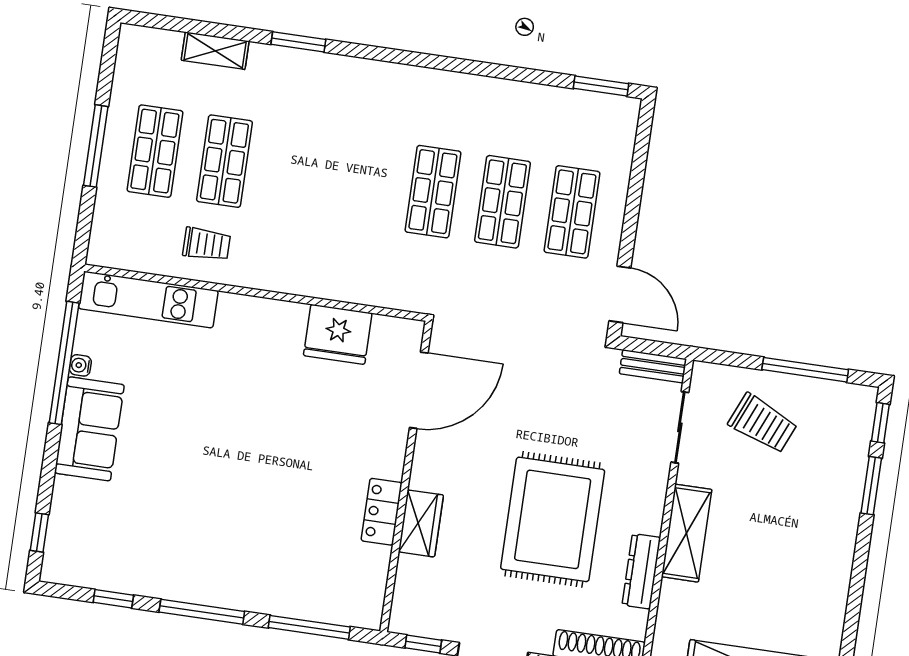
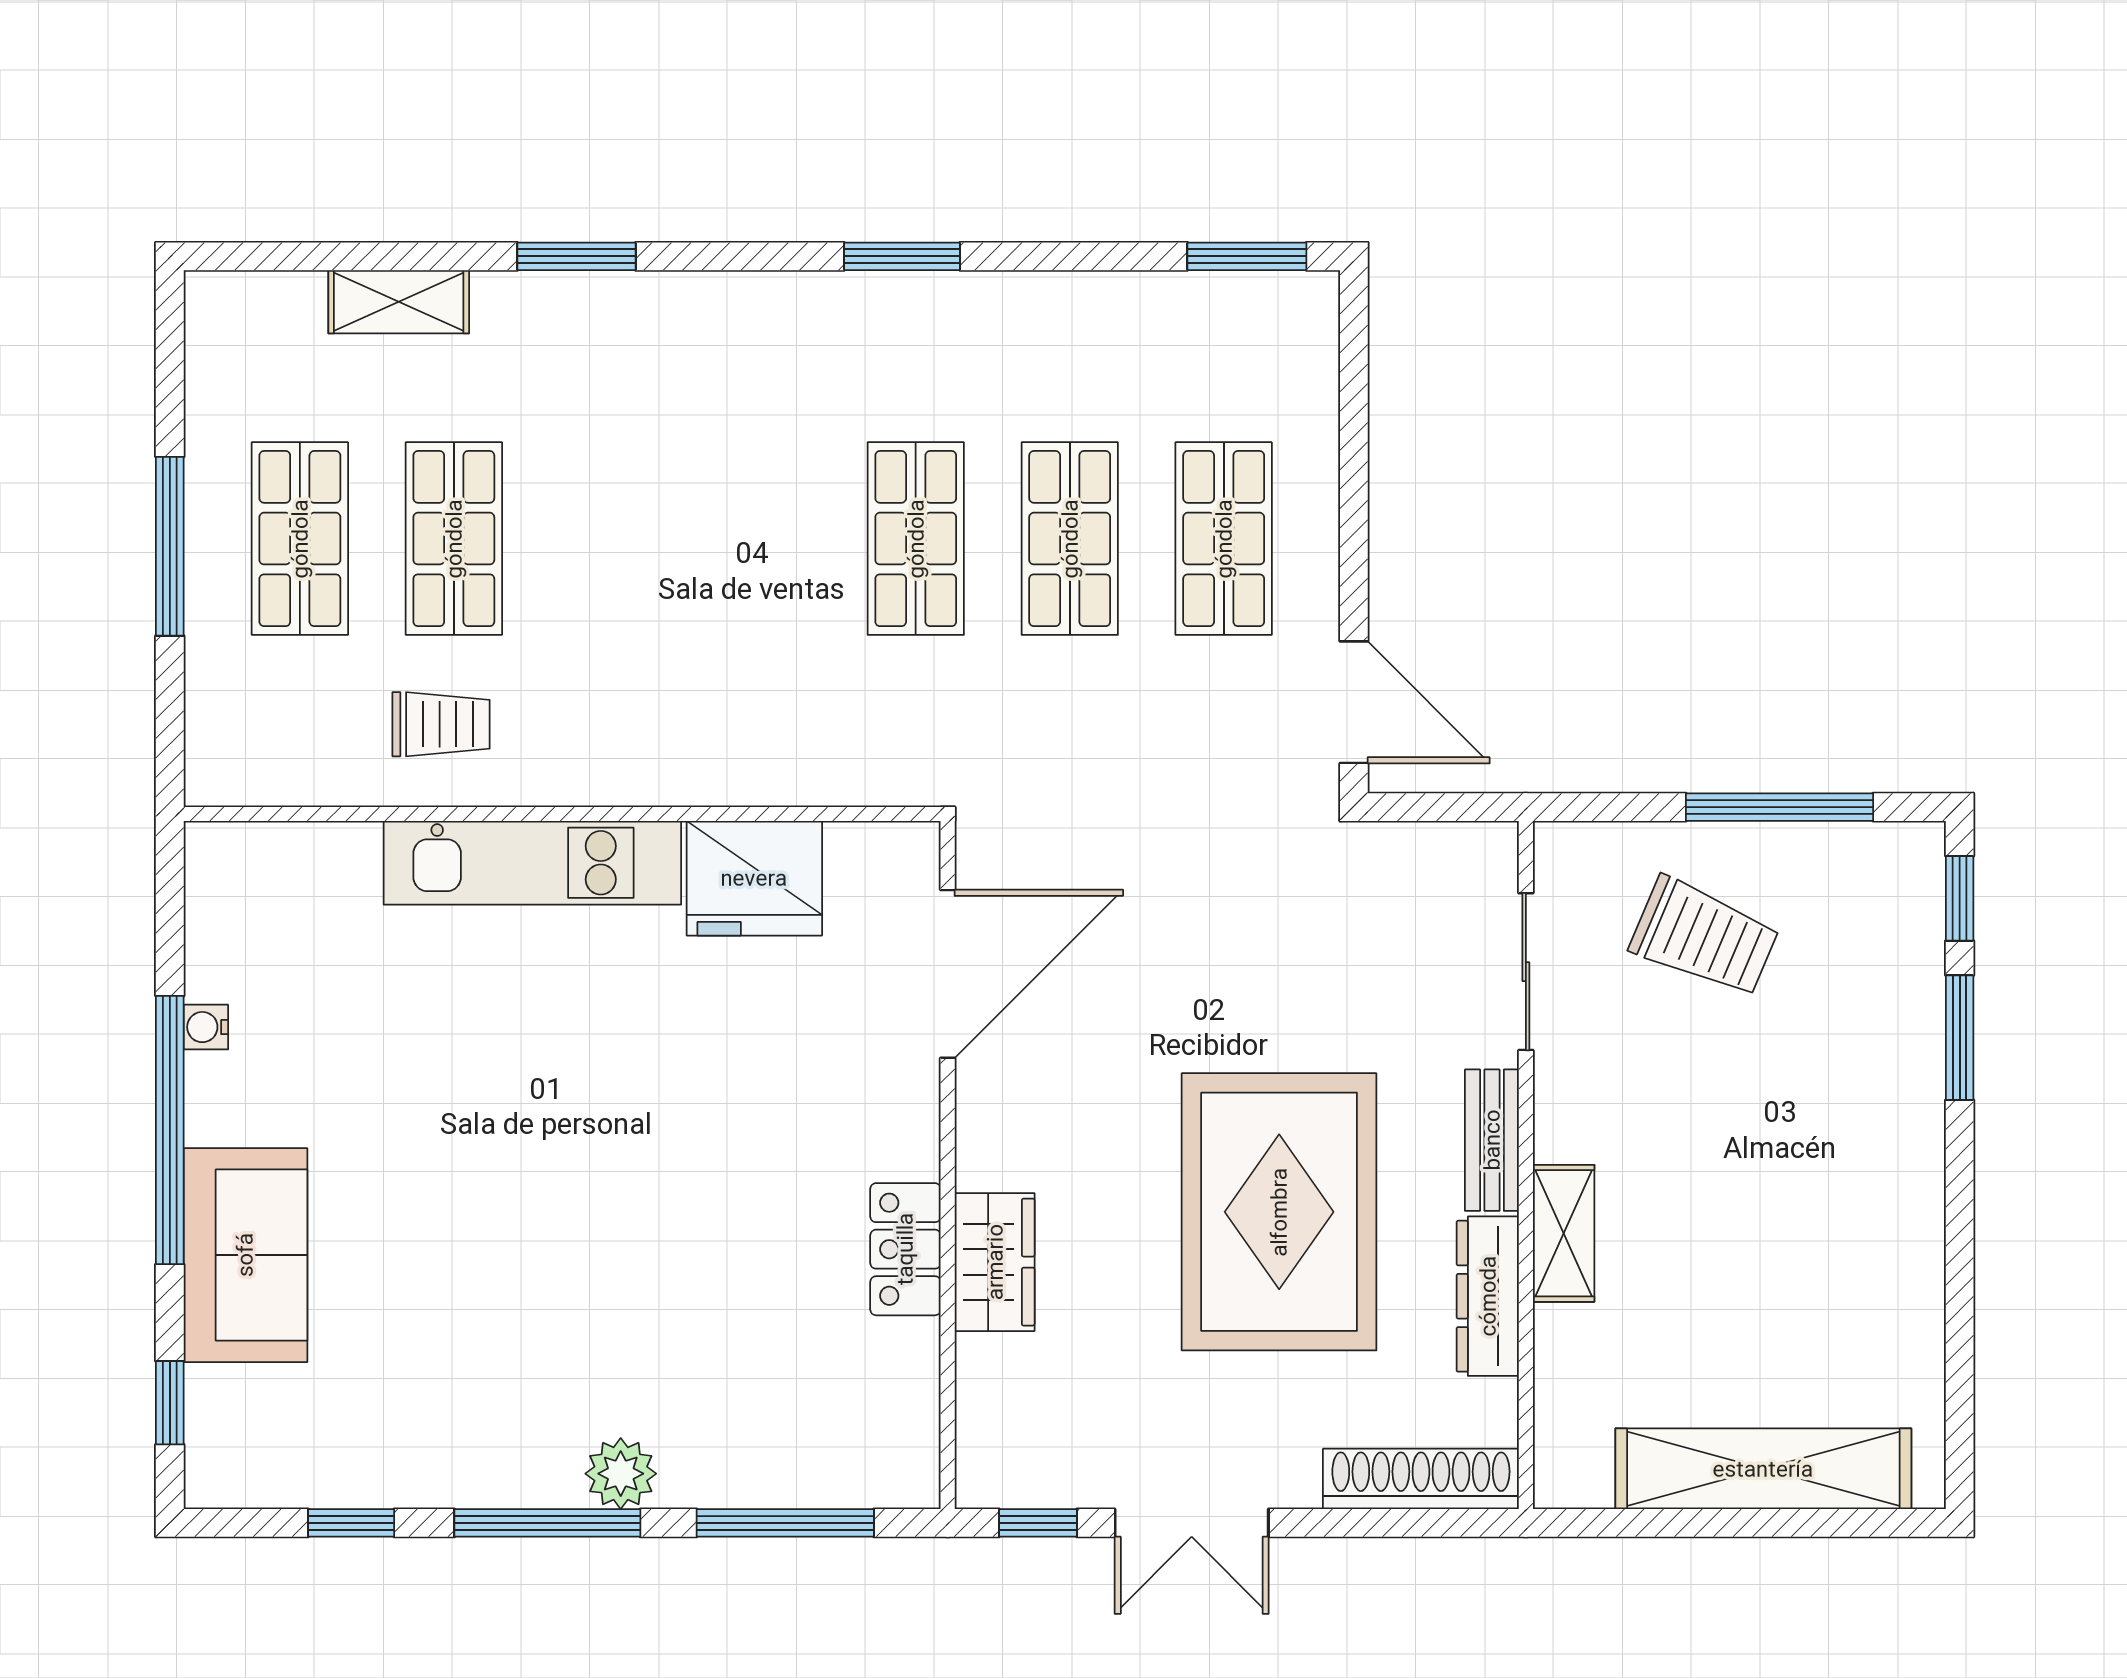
window: (445, 63) -> (902, 256), added
kitchen unit: (148, 300) -> (532, 863), moved
window: (64, 363) -> (170, 1130), moved
bench: (653, 366) -> (1492, 1140), moved, turned 90
sofa: (89, 429) -> (245, 1255), moved
shelving: (687, 533) -> (1564, 1233), width x0.67, depth x0.75
plant: (238, 594) -> (621, 1474), added

